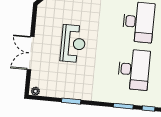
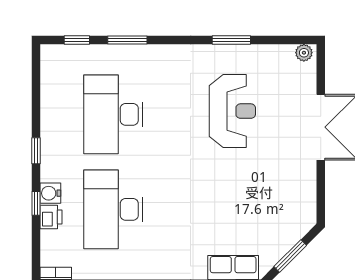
reception desk: (73, 44) -> (232, 111), moved, turned 180

